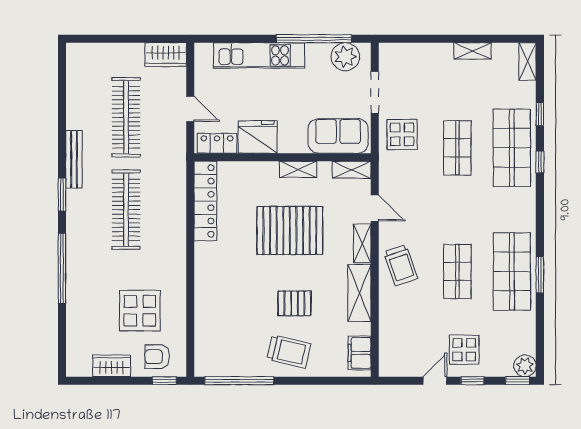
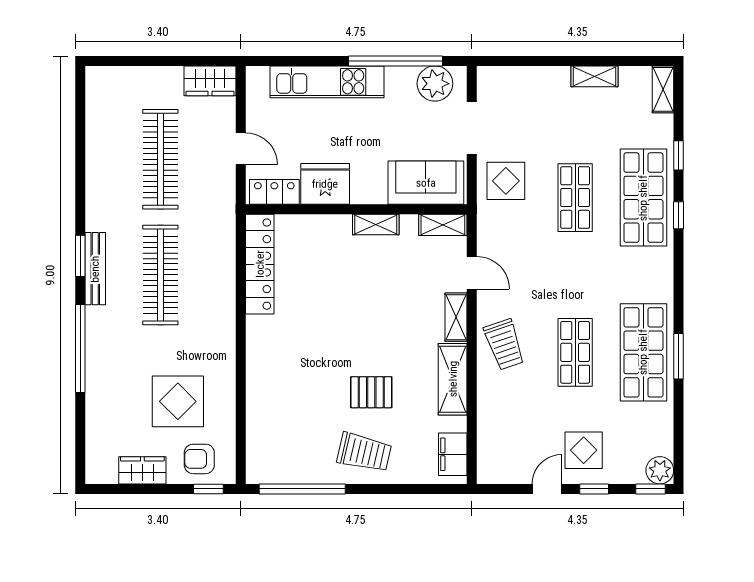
bench: (74, 159) -> (95, 269), moved
pallet: (290, 231) -> (366, 301), removed

